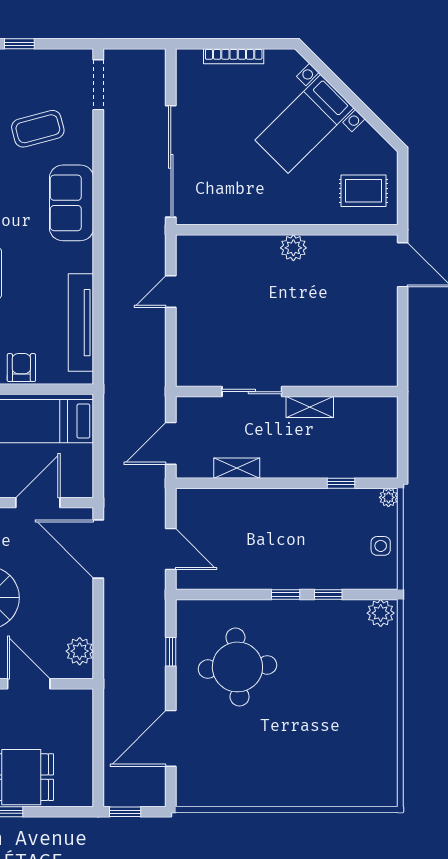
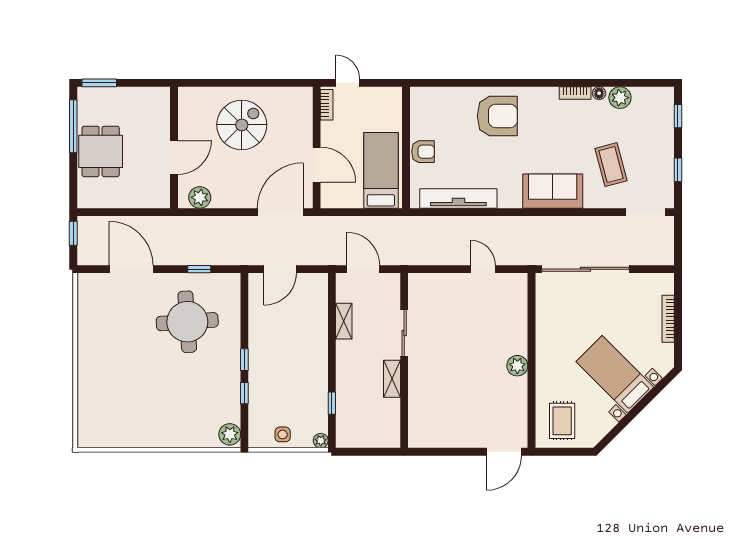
window: (19, 44) -> (678, 170), moved

